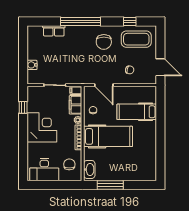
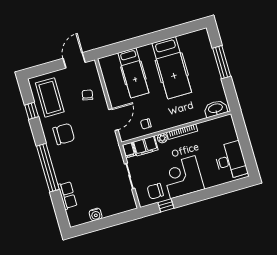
water cooler: (32, 65) -> (96, 214), moved
hospital bed: (108, 136) -> (172, 68), moved, turned 180
chair: (69, 164) -> (155, 191), moved
window: (110, 185) -> (222, 62), moved

